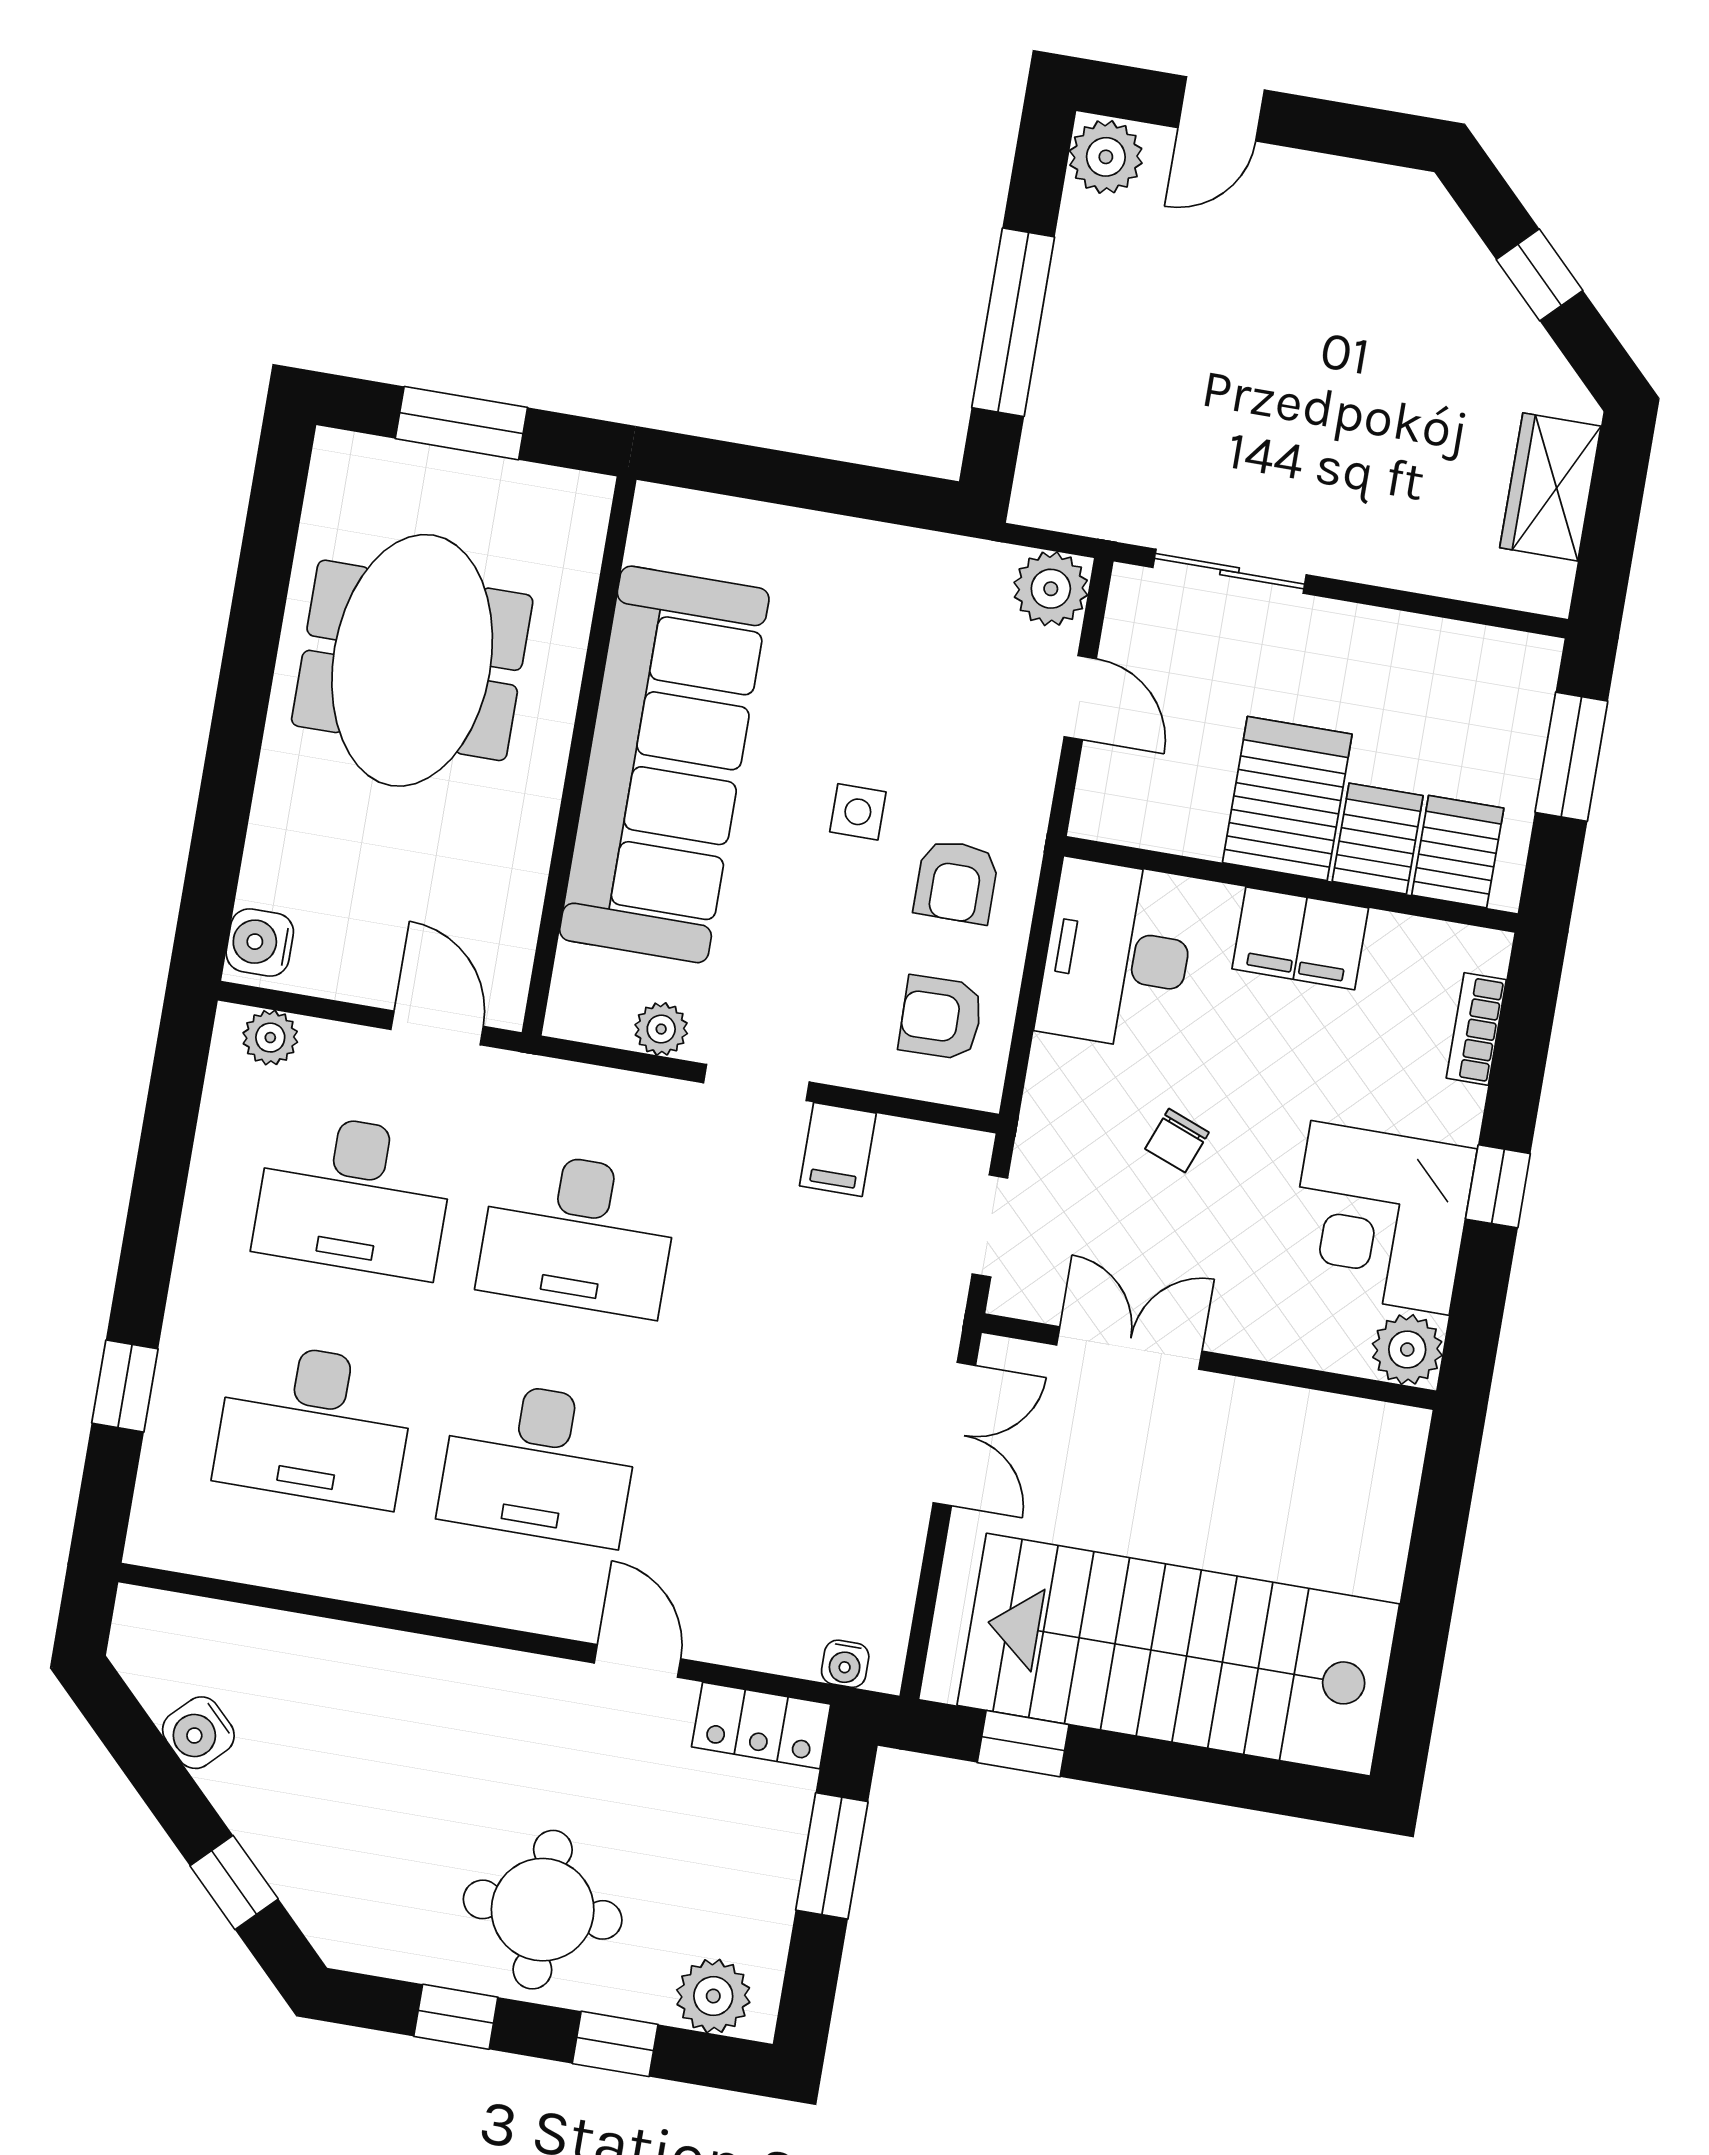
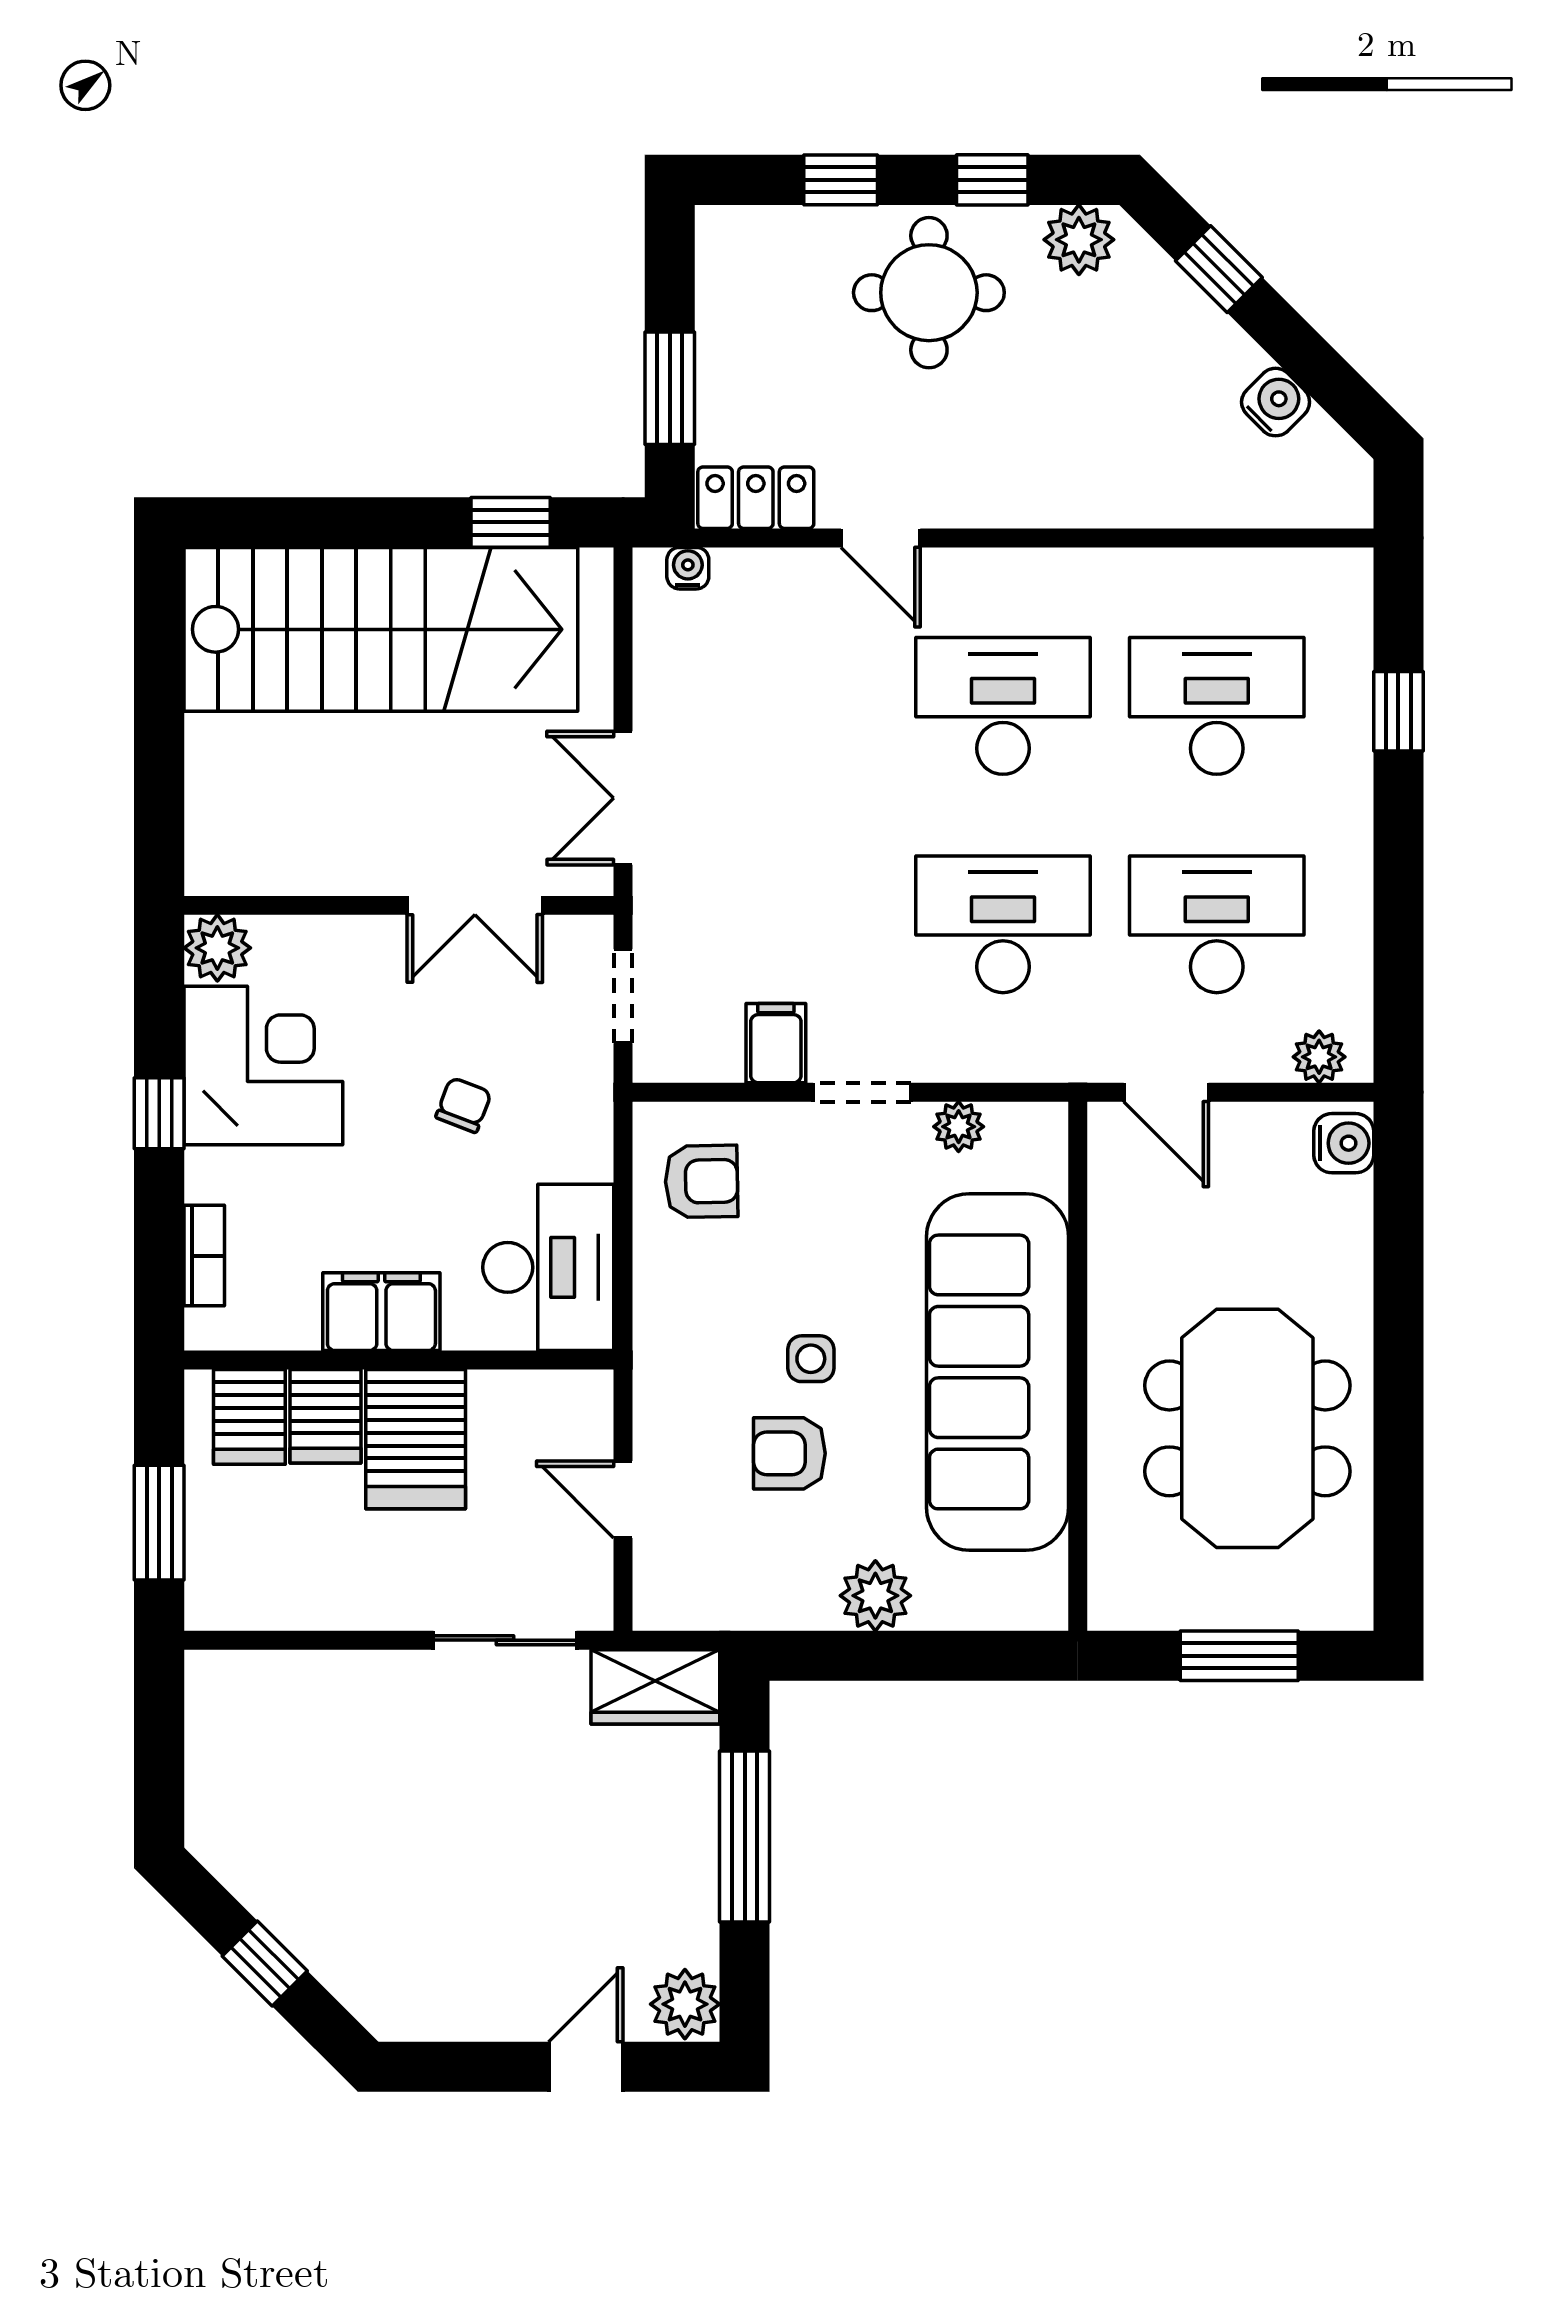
wardrobe: (1550, 487) -> (655, 1687), moved, turned 90
plant: (1051, 589) -> (875, 1596), moved
armchair: (956, 882) -> (789, 1453), moved, turned -90
plant: (713, 1996) -> (1079, 240), moved

